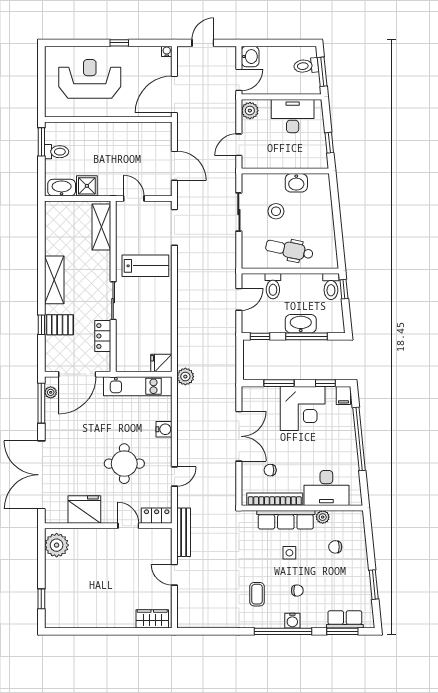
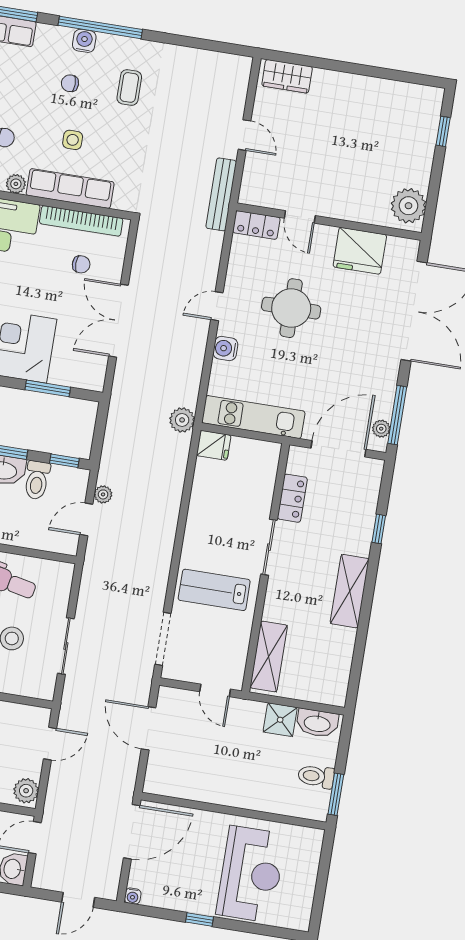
reception desk: (90, 79) -> (251, 874), turned -90
toilet: (273, 286) -> (37, 480), moved, turned 180
plant: (230, 318) -> (103, 494), added
pallet: (60, 325) -> (352, 525), removed
door: (174, 477) -> (217, 306), moved

